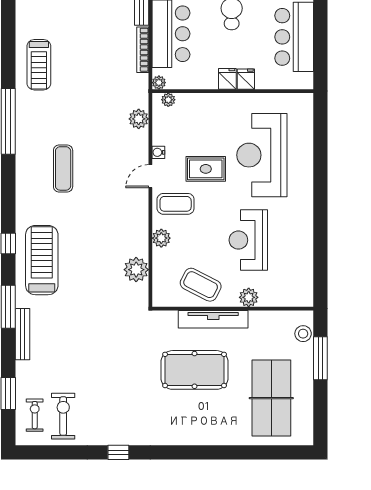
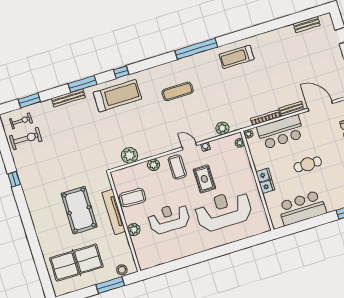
coffee table: (201, 285) -> (132, 198), turned 65

